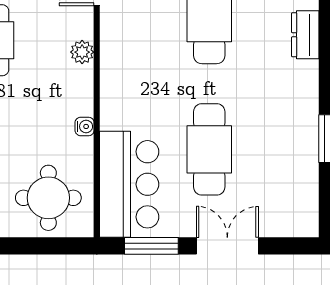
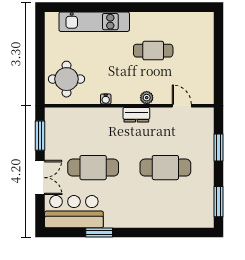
dresser: (305, 35) -> (136, 115), moved, turned 180
bar counter: (129, 184) -> (74, 212), moved, turned 180

